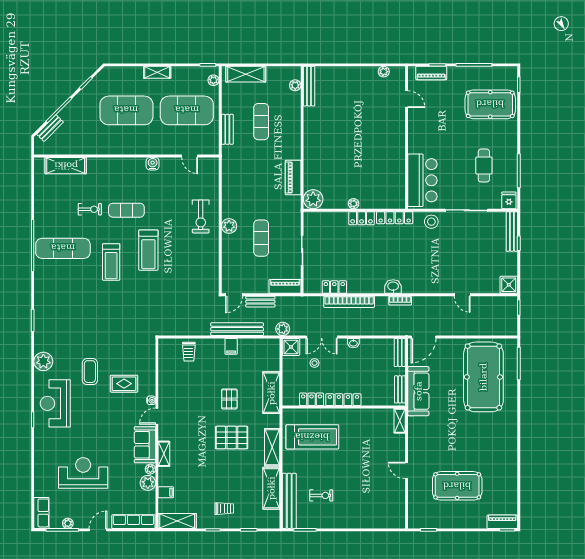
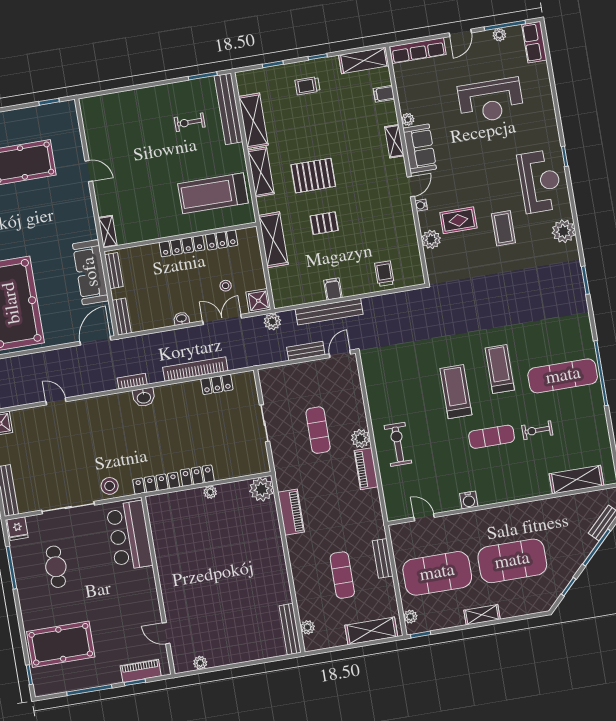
piano: (285, 286) -> (366, 469), moved, turned 90
pallet: (229, 399) -> (324, 223), turned 90
plant: (148, 483) -> (431, 239), moved

